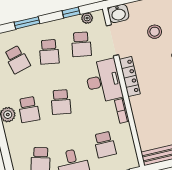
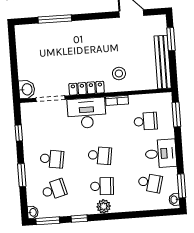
plant: (87, 18) -> (26, 119), removed
stool: (155, 32) -> (119, 73), moved
school desk: (81, 44) -> (50, 128), removed

